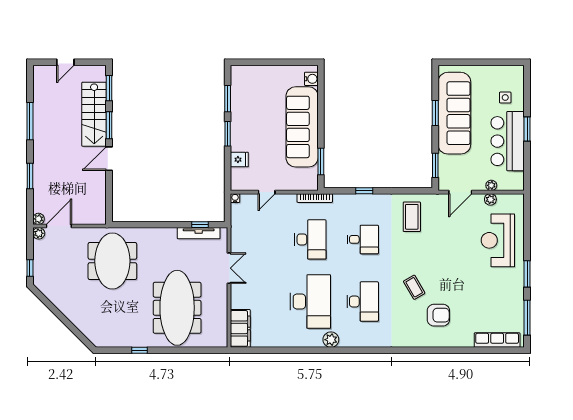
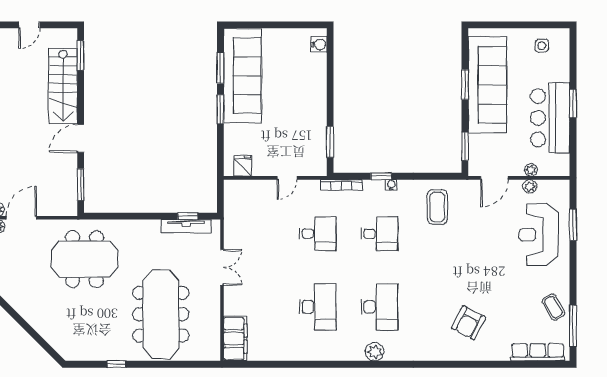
side table: (505, 98) -> (542, 46), moved
window: (109, 125) -> (81, 185), moved
sofa: (302, 127) -> (242, 76), moved, turned 180
fridge: (239, 160) -> (243, 166), moved, turned -90
door: (267, 192) -> (287, 178), moved
water cooler: (235, 198) -> (391, 185), moved
bookcase: (315, 198) -> (341, 185), moved
desk: (310, 239) -> (318, 234), width x0.73
meeting table: (112, 261) -> (85, 259), turned 90
window: (527, 274) -> (573, 225), moved
coffee table: (414, 287) -> (553, 307), moved
desk: (310, 302) -> (318, 307), width x0.73, depth x0.77
armchair: (438, 315) -> (469, 323), turned 118
plant: (331, 340) -> (375, 352), moved

